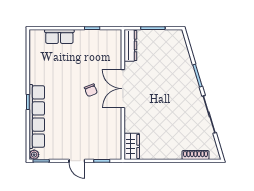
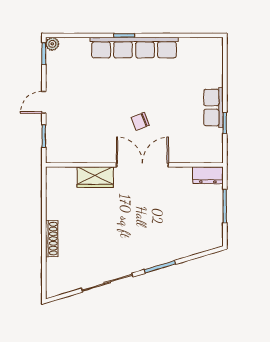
row of seats: (59, 36) -> (213, 107), moved
dresser: (130, 45) -> (208, 175), width x0.70
row of seats: (37, 116) -> (134, 48), moved
wardrobe: (132, 146) -> (95, 177), moved
shoe rack: (195, 155) -> (52, 239), moved

